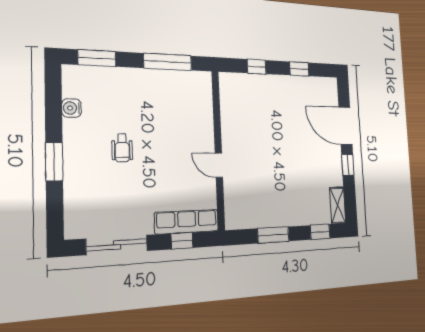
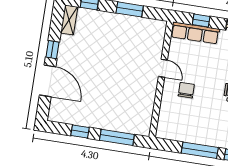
window: (168, 62) -> (200, 150), moved
window: (257, 67) -> (117, 137), width x2.17
chair: (184, 141) -> (186, 90), added

